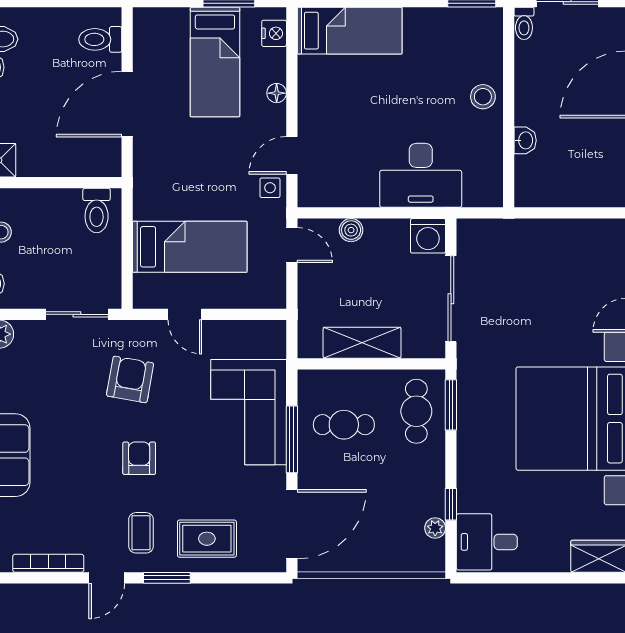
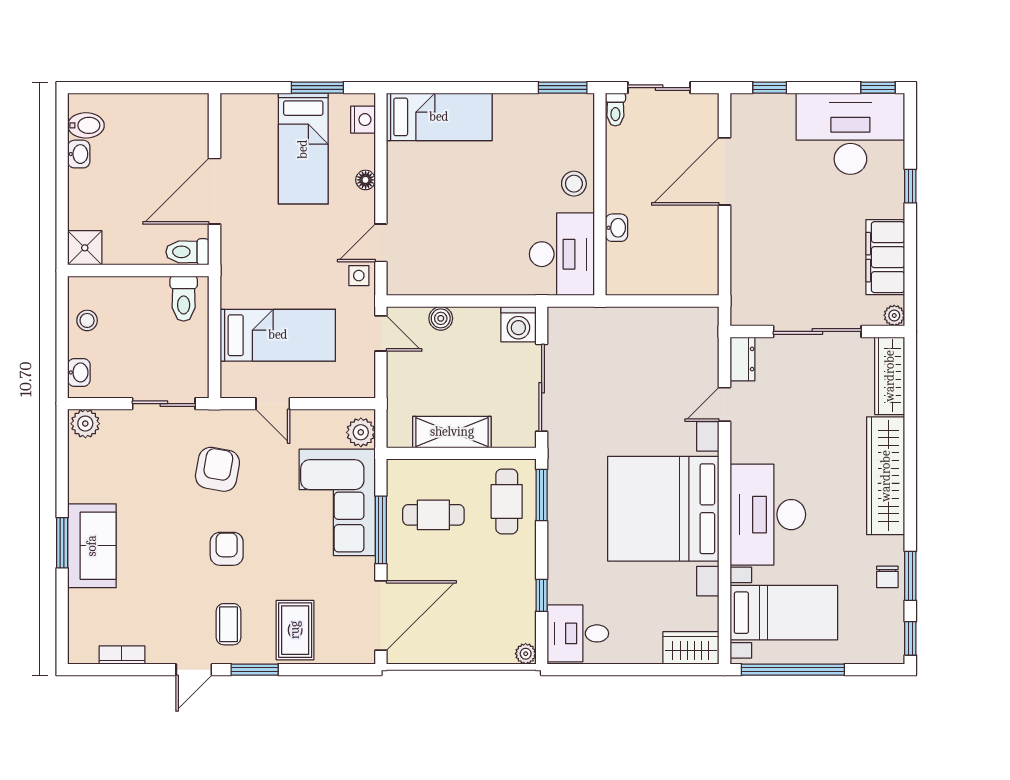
toilet: (100, 39) -> (187, 252), moved
desk: (421, 175) -> (562, 254), moved, turned -90
plant: (272, 343) -> (361, 432), added
plant: (435, 528) -> (526, 654), moved
rug: (207, 539) -> (295, 630), turned 90
bookcase: (48, 563) -> (122, 655), width x0.64

